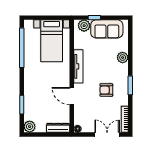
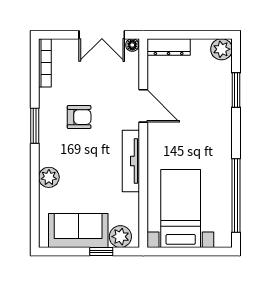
double door: (107, 134) -> (102, 35), moved

